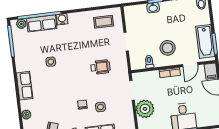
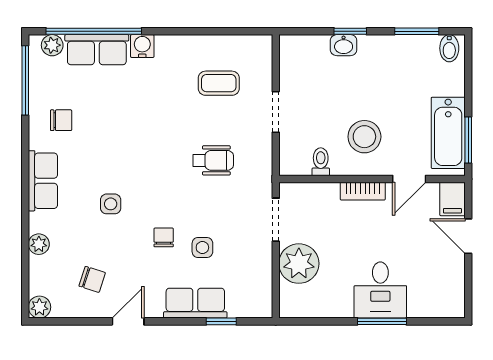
coffee table: (104, 22) -> (219, 83), moved
chair: (29, 57) -> (61, 120), added
side table: (51, 62) -> (111, 204), moved

